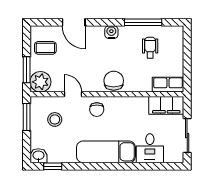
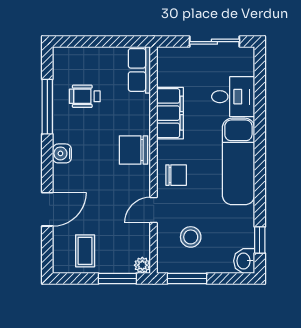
plant: (40, 82) -> (142, 265), width x0.53, depth x0.53
filing cabinet: (166, 105) -> (170, 113), moved

